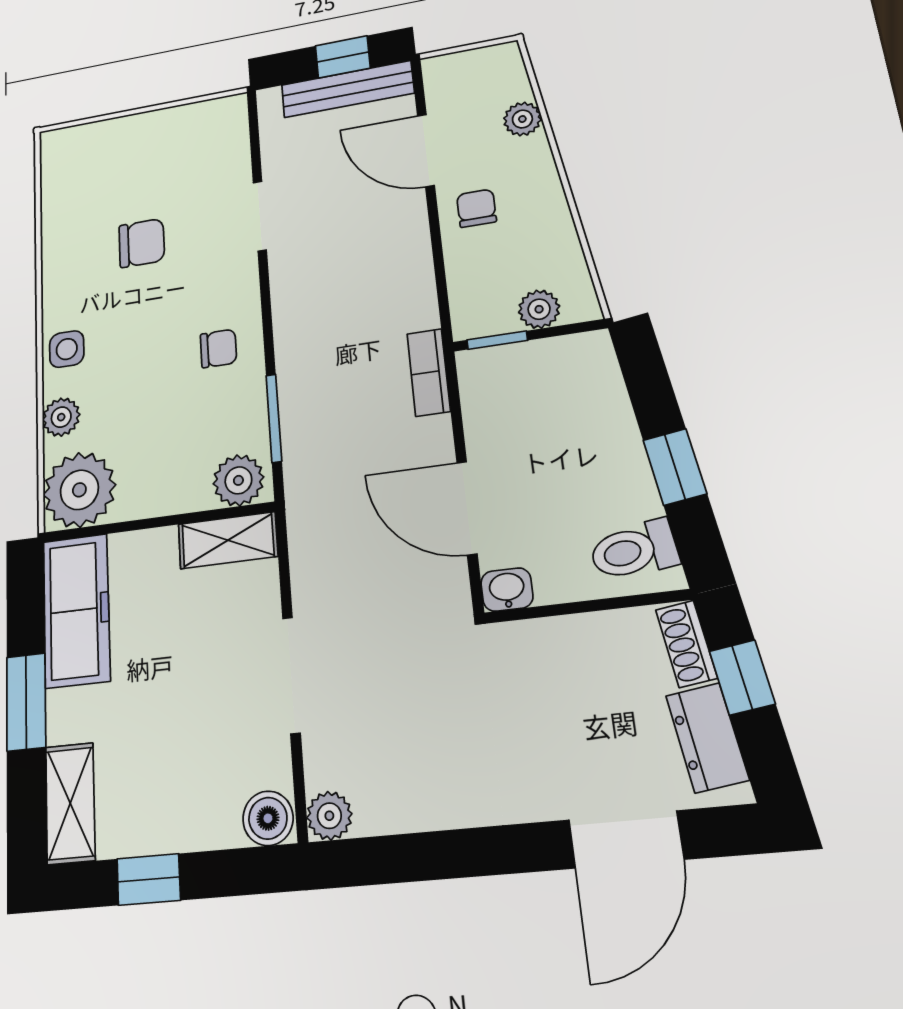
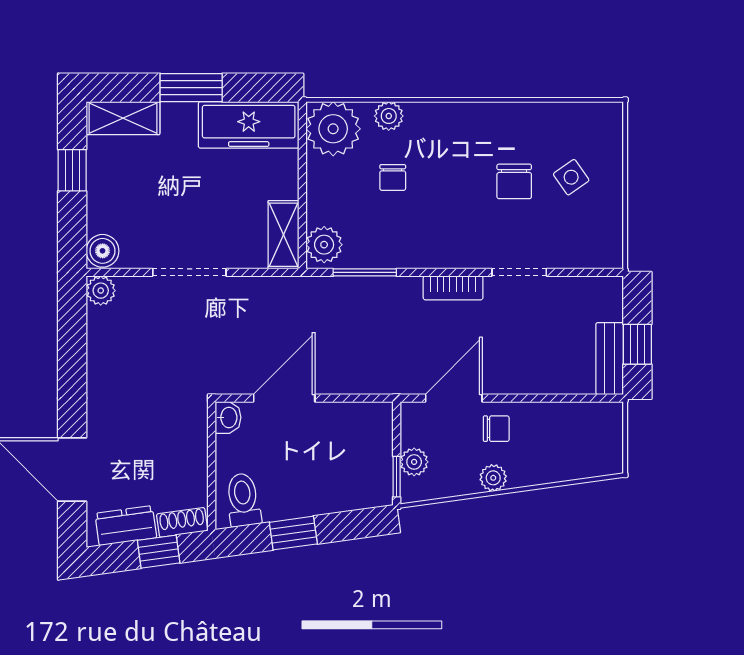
bench: (347, 89) -> (610, 359), width x0.73
plant: (522, 119) -> (493, 478), moved
door: (426, 150) -> (454, 398), moved
window: (497, 340) -> (397, 477), moved
chair: (218, 348) -> (393, 178), moved
side table: (67, 349) -> (571, 177), moved, turned -35
bookcase: (429, 372) -> (453, 288), moved, turned 180

